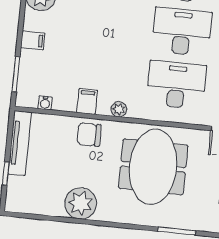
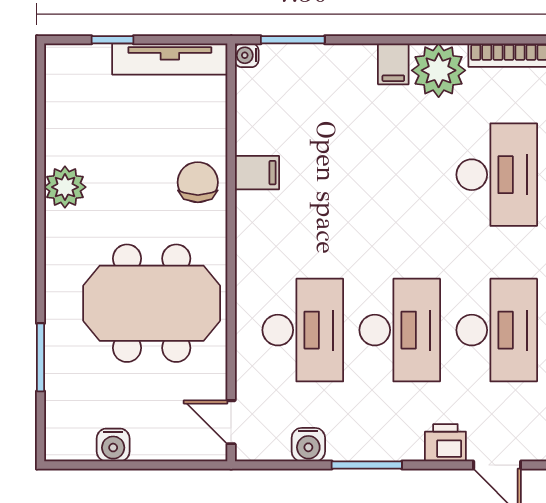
filing cabinet: (33, 40) -> (393, 64), moved
water cooler: (45, 103) -> (247, 55), moved
plant: (119, 109) -> (249, 231), removed
plant: (81, 203) -> (65, 187), width x0.73, depth x0.73

